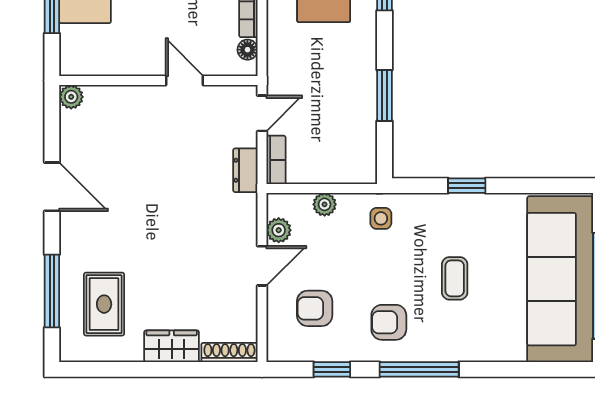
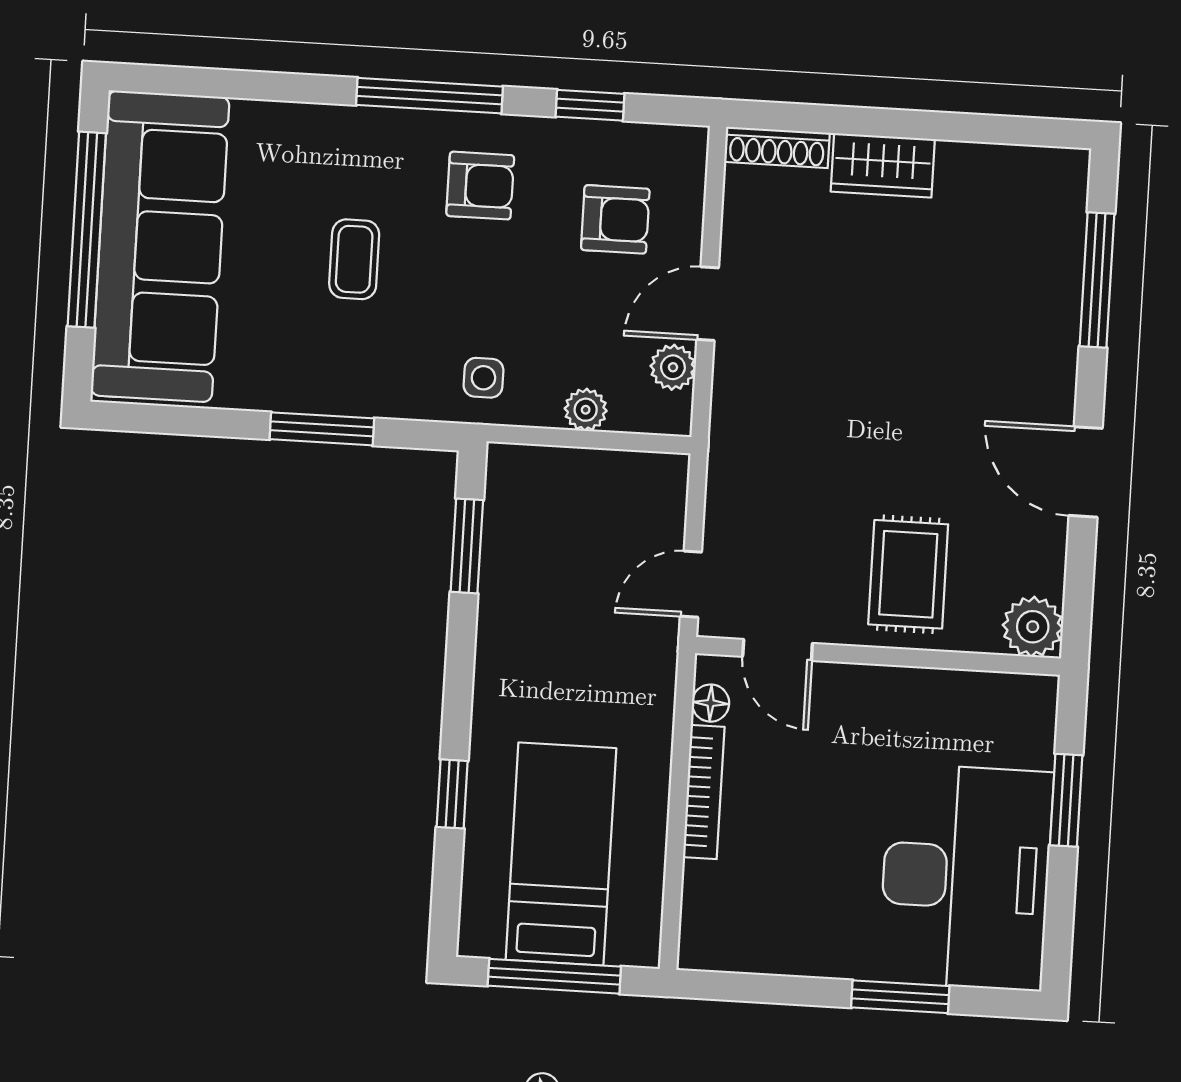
door: (185, 81) -> (778, 650), moved
window: (384, 95) -> (467, 546), moved
plant: (71, 97) -> (1033, 627), width x1.38, depth x1.38
bookcase: (276, 160) -> (670, 497), removed
dresser: (245, 170) -> (728, 481), removed
window: (467, 186) -> (322, 429), width x1.50
rug: (104, 304) -> (908, 574), moved

